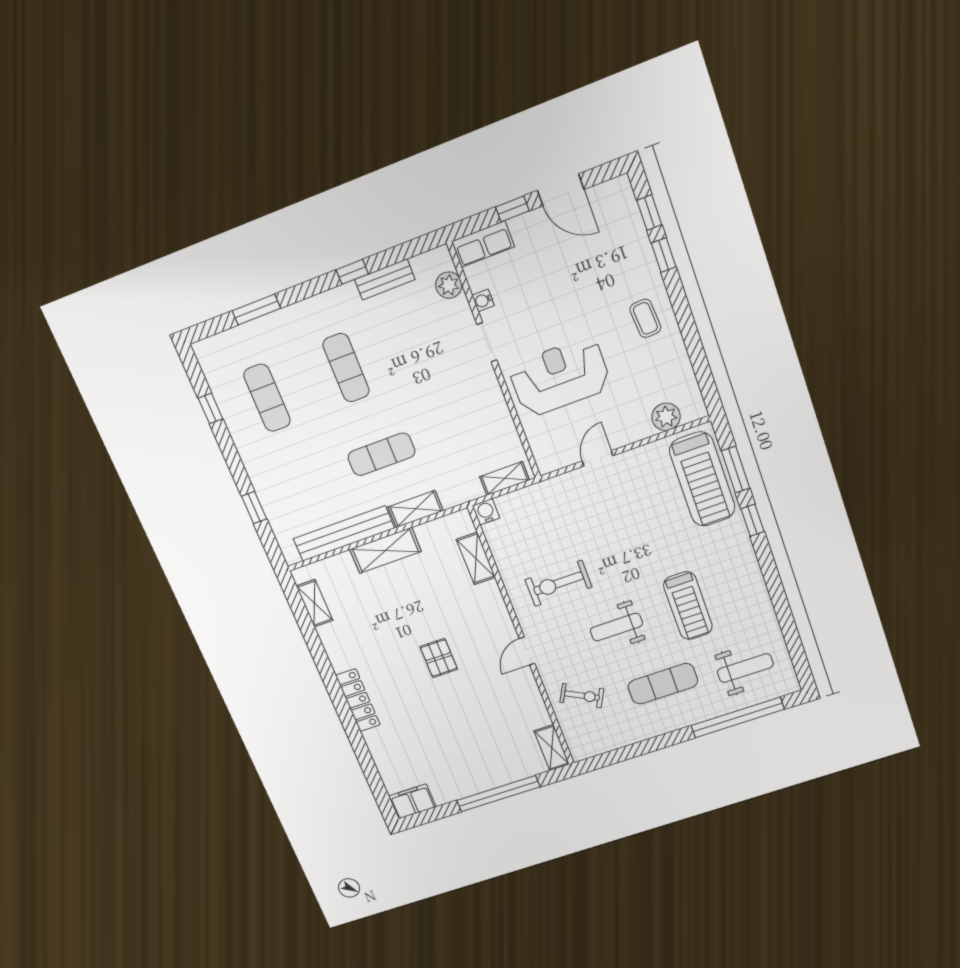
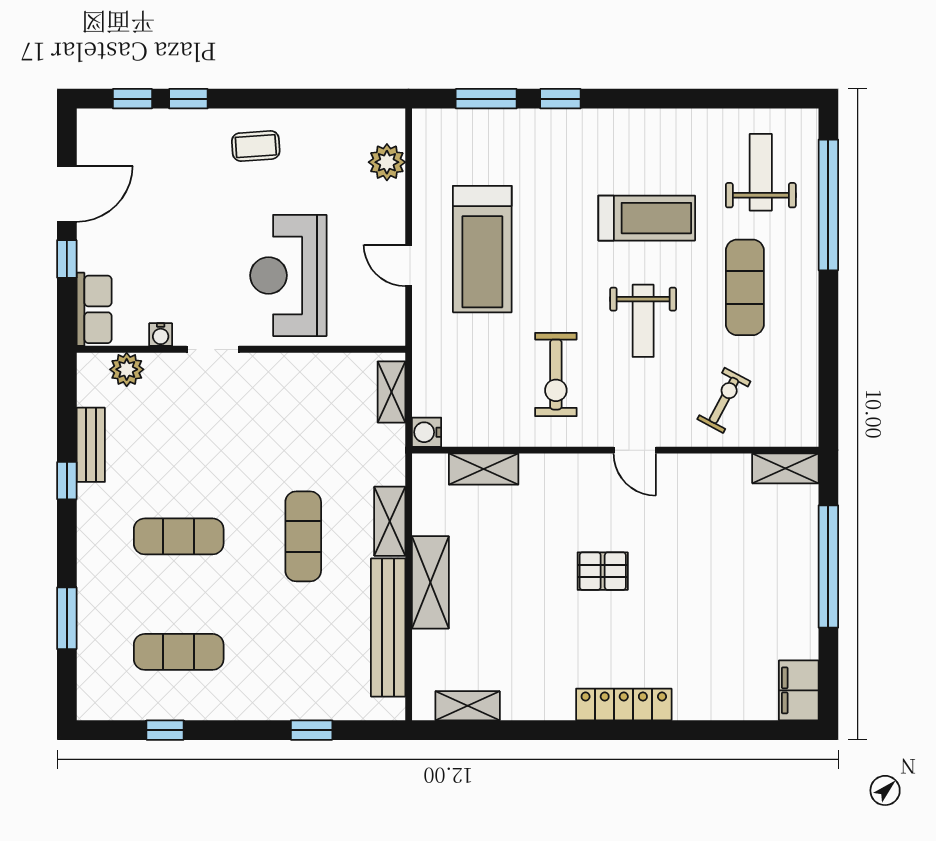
treadmill: (702, 479) -> (482, 249), moved, turned 90

